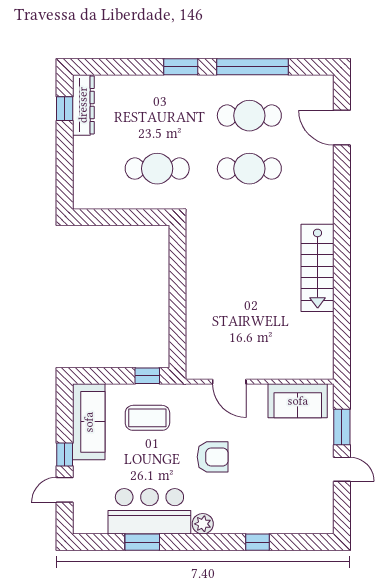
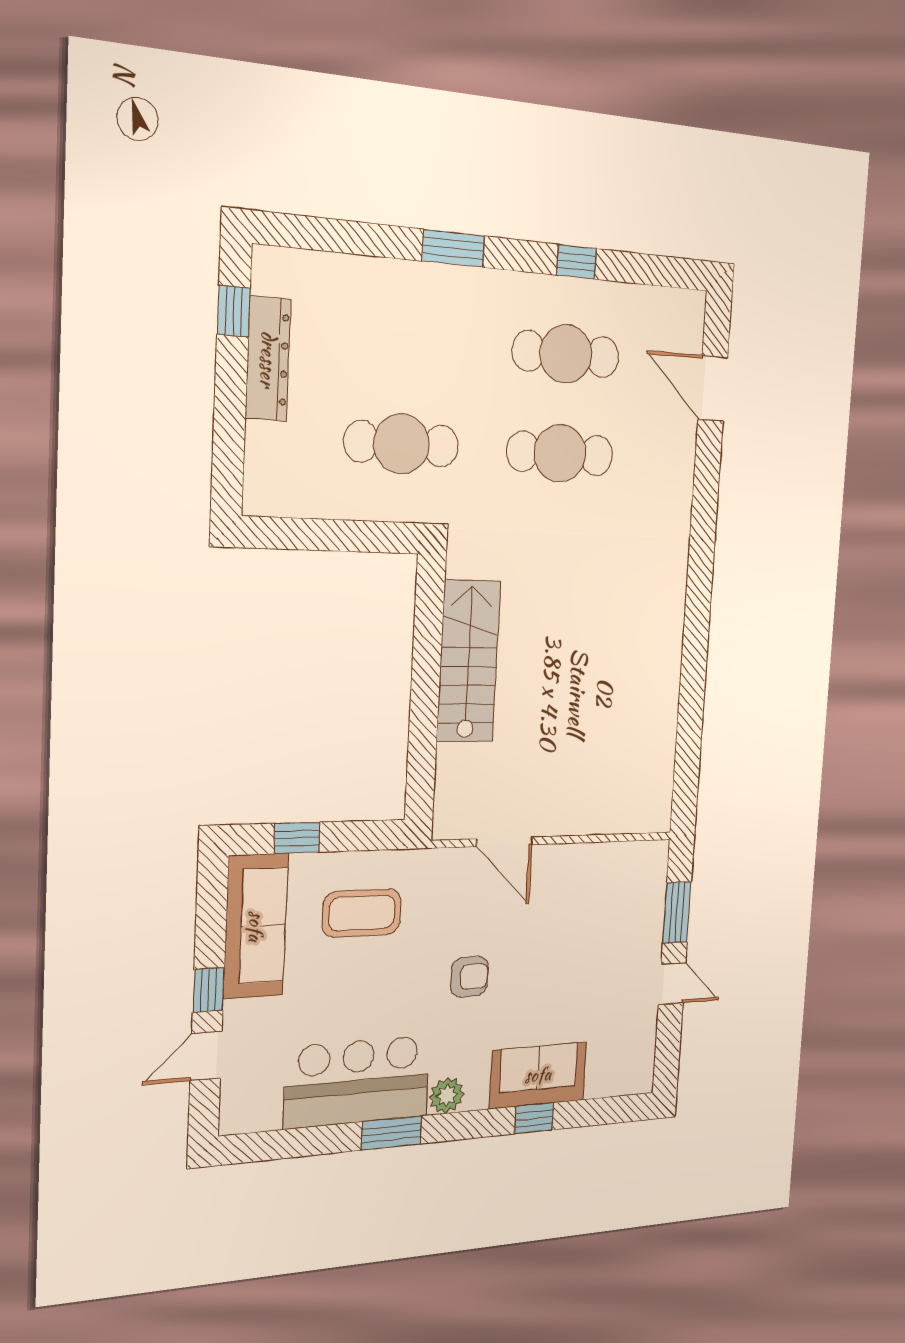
window: (253, 67) -> (577, 262), width x0.32
dresser: (83, 105) -> (268, 359), moved
stairs: (318, 268) -> (469, 661), moved, turned 180
window: (147, 376) -> (297, 838), moved
sofa: (298, 401) -> (538, 1075), moved, turned 180
armchair: (213, 457) -> (470, 977), width x0.72, depth x0.72
window: (142, 542) -> (392, 1133), moved

